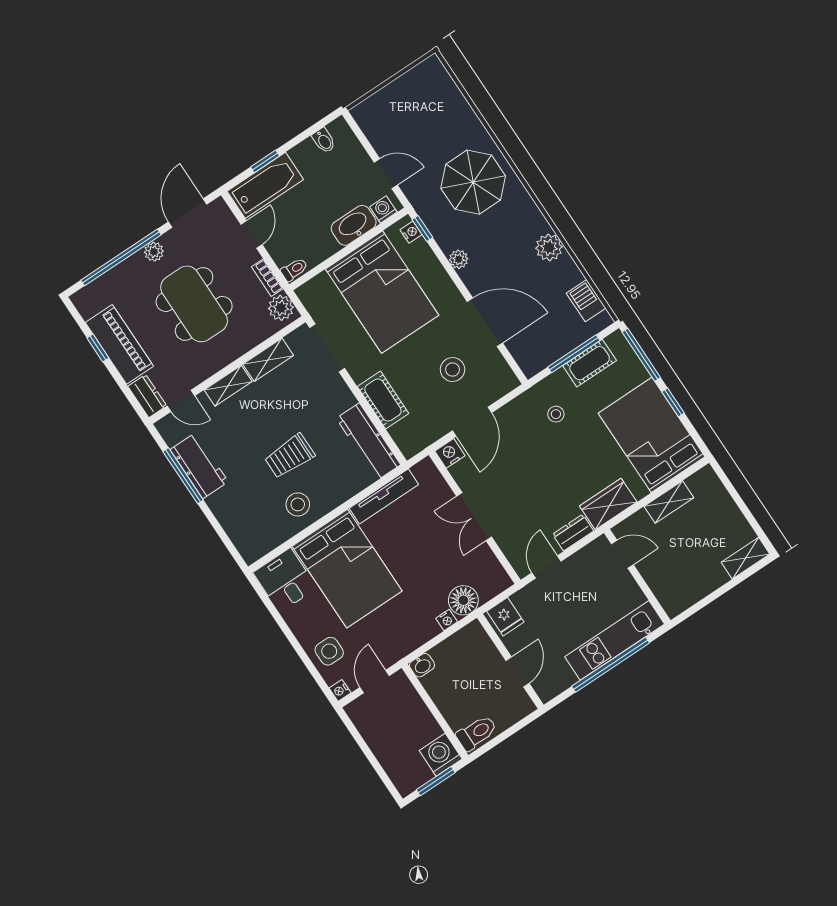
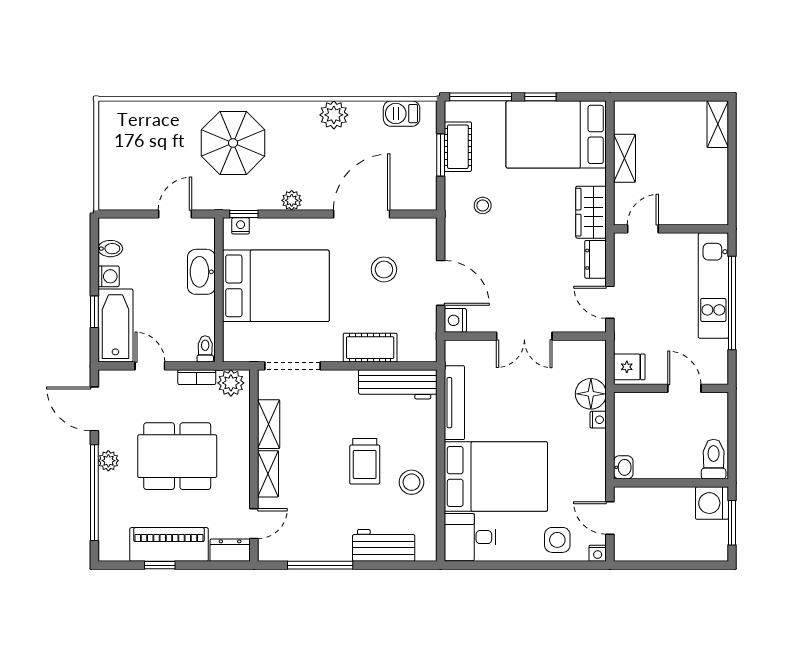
washing machine: (383, 209) -> (109, 276), moved, turned 180
window: (574, 354) -> (441, 155), width x0.69
workbench: (199, 466) -> (384, 545), moved

